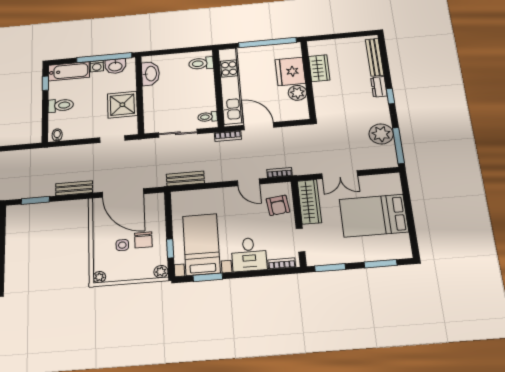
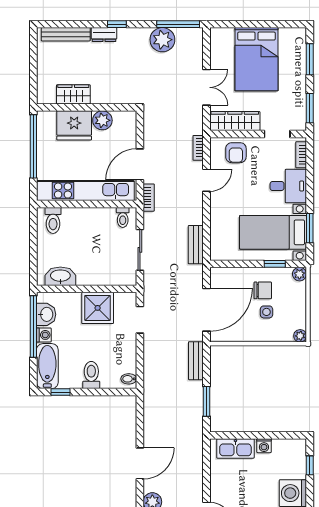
armchair: (278, 205) -> (236, 153), turned 97

